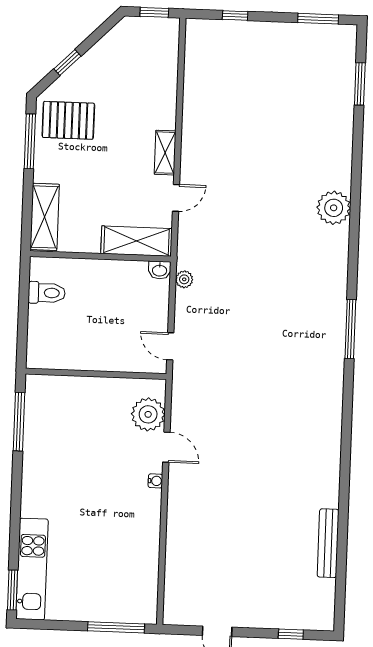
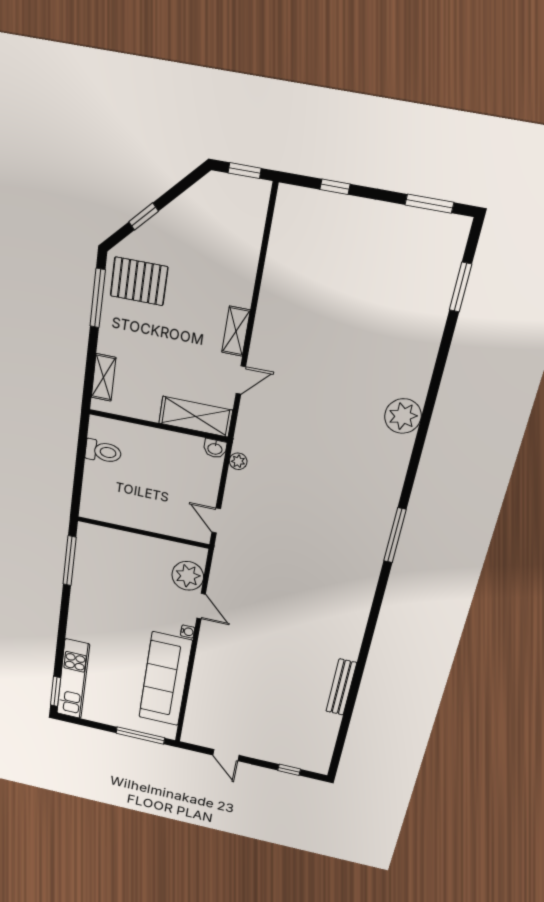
shelving: (45, 217) -> (104, 377), width x0.67, depth x0.75
bench: (328, 543) -> (341, 687), moved
sofa: (137, 546) -> (165, 679), added

